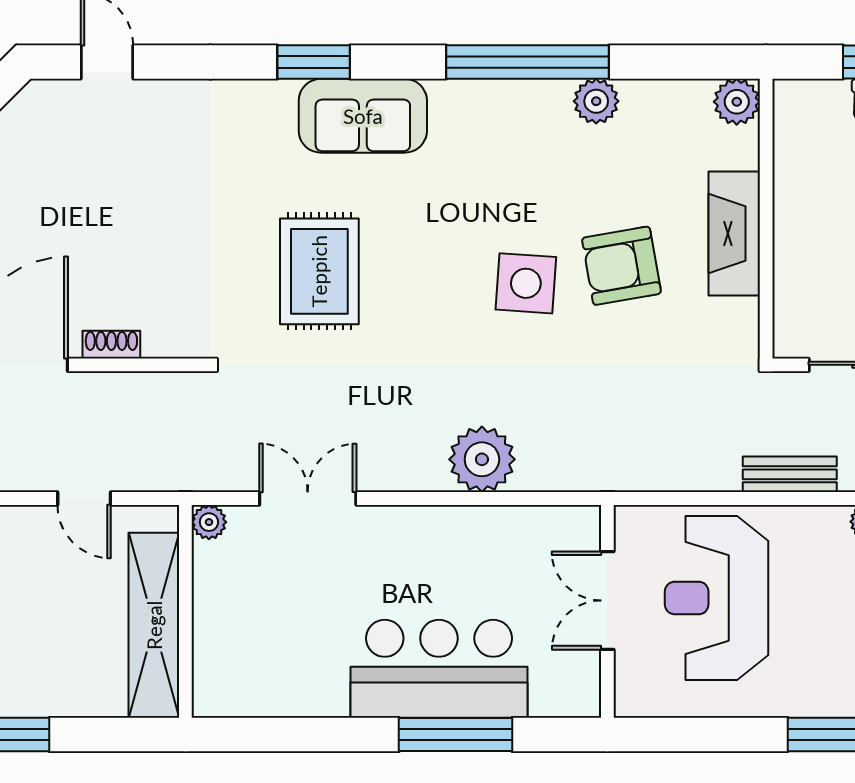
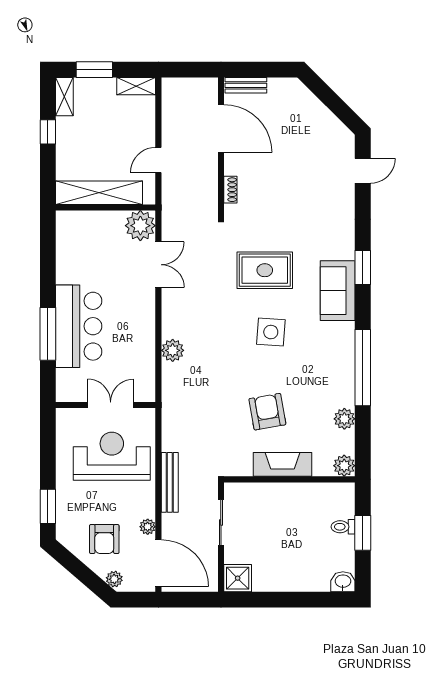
plant: (596, 101) -> (344, 419), moved
side table: (526, 283) -> (271, 332), moved
shoe rack: (111, 345) -> (230, 190), moved
plant: (482, 459) -> (173, 350), width x0.73, depth x0.73
bench: (790, 474) -> (170, 482), width x1.36
plant: (209, 522) -> (140, 226), width x1.87, depth x1.87

